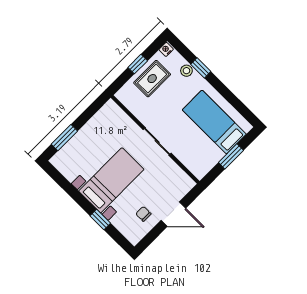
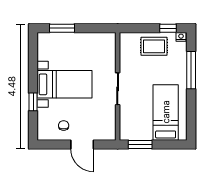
window: (138, 64) -> (168, 28), moved
window: (201, 68) -> (191, 70), width x2.17
stool: (186, 71) -> (180, 63), removed
window: (231, 156) -> (140, 144), moved

